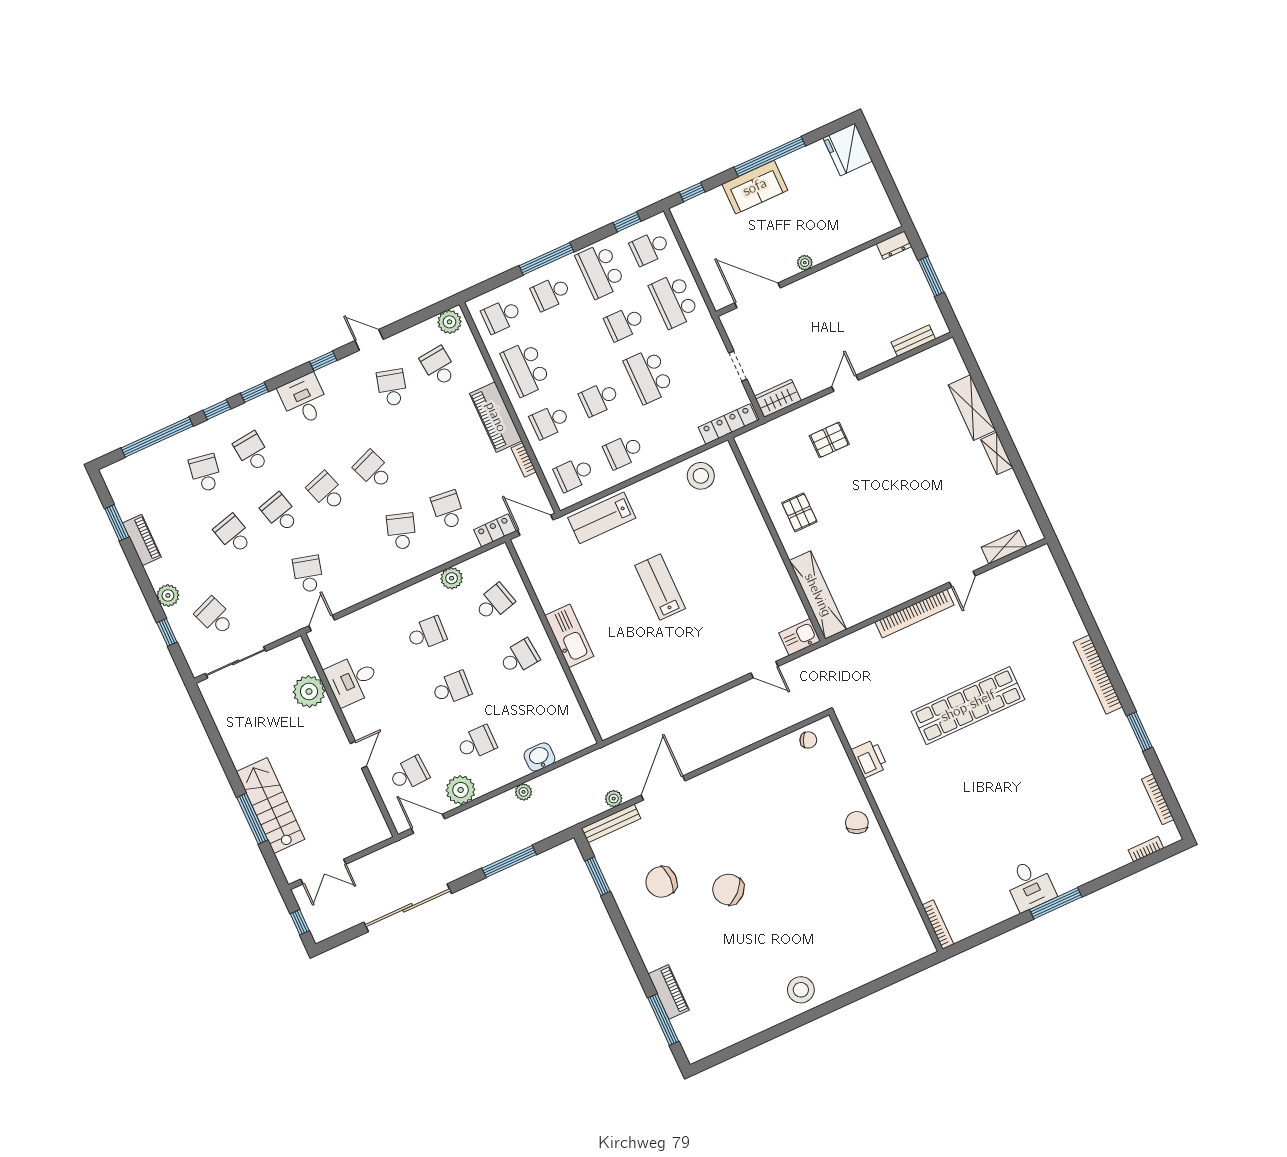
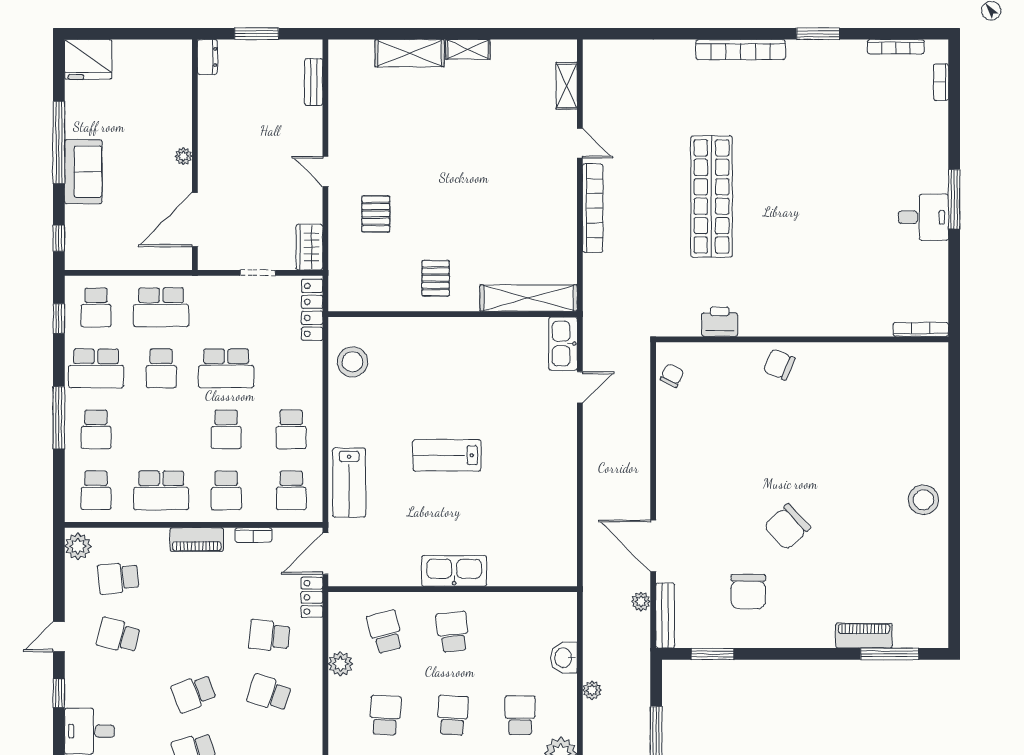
piano: (496, 417) -> (197, 540), width x0.73, depth x0.75
pallet: (799, 512) -> (436, 278), turned 90
kitchen sink: (800, 637) -> (563, 344), width x1.38

